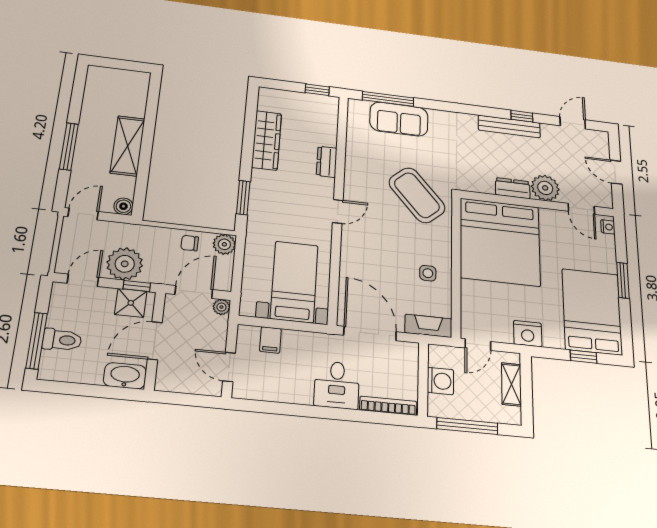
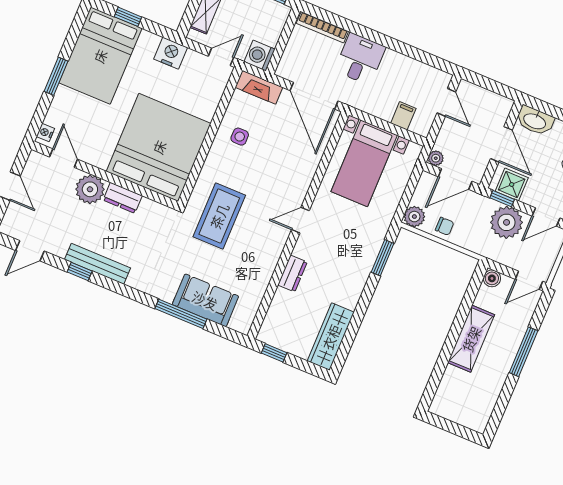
window: (388, 99) -> (181, 314), moved
wardrobe: (267, 140) -> (331, 337), moved
coffee table: (417, 195) -> (219, 216), turned 41
door: (155, 341) -> (501, 144), hinge flipped
washing machine: (440, 381) -> (259, 56), moved

